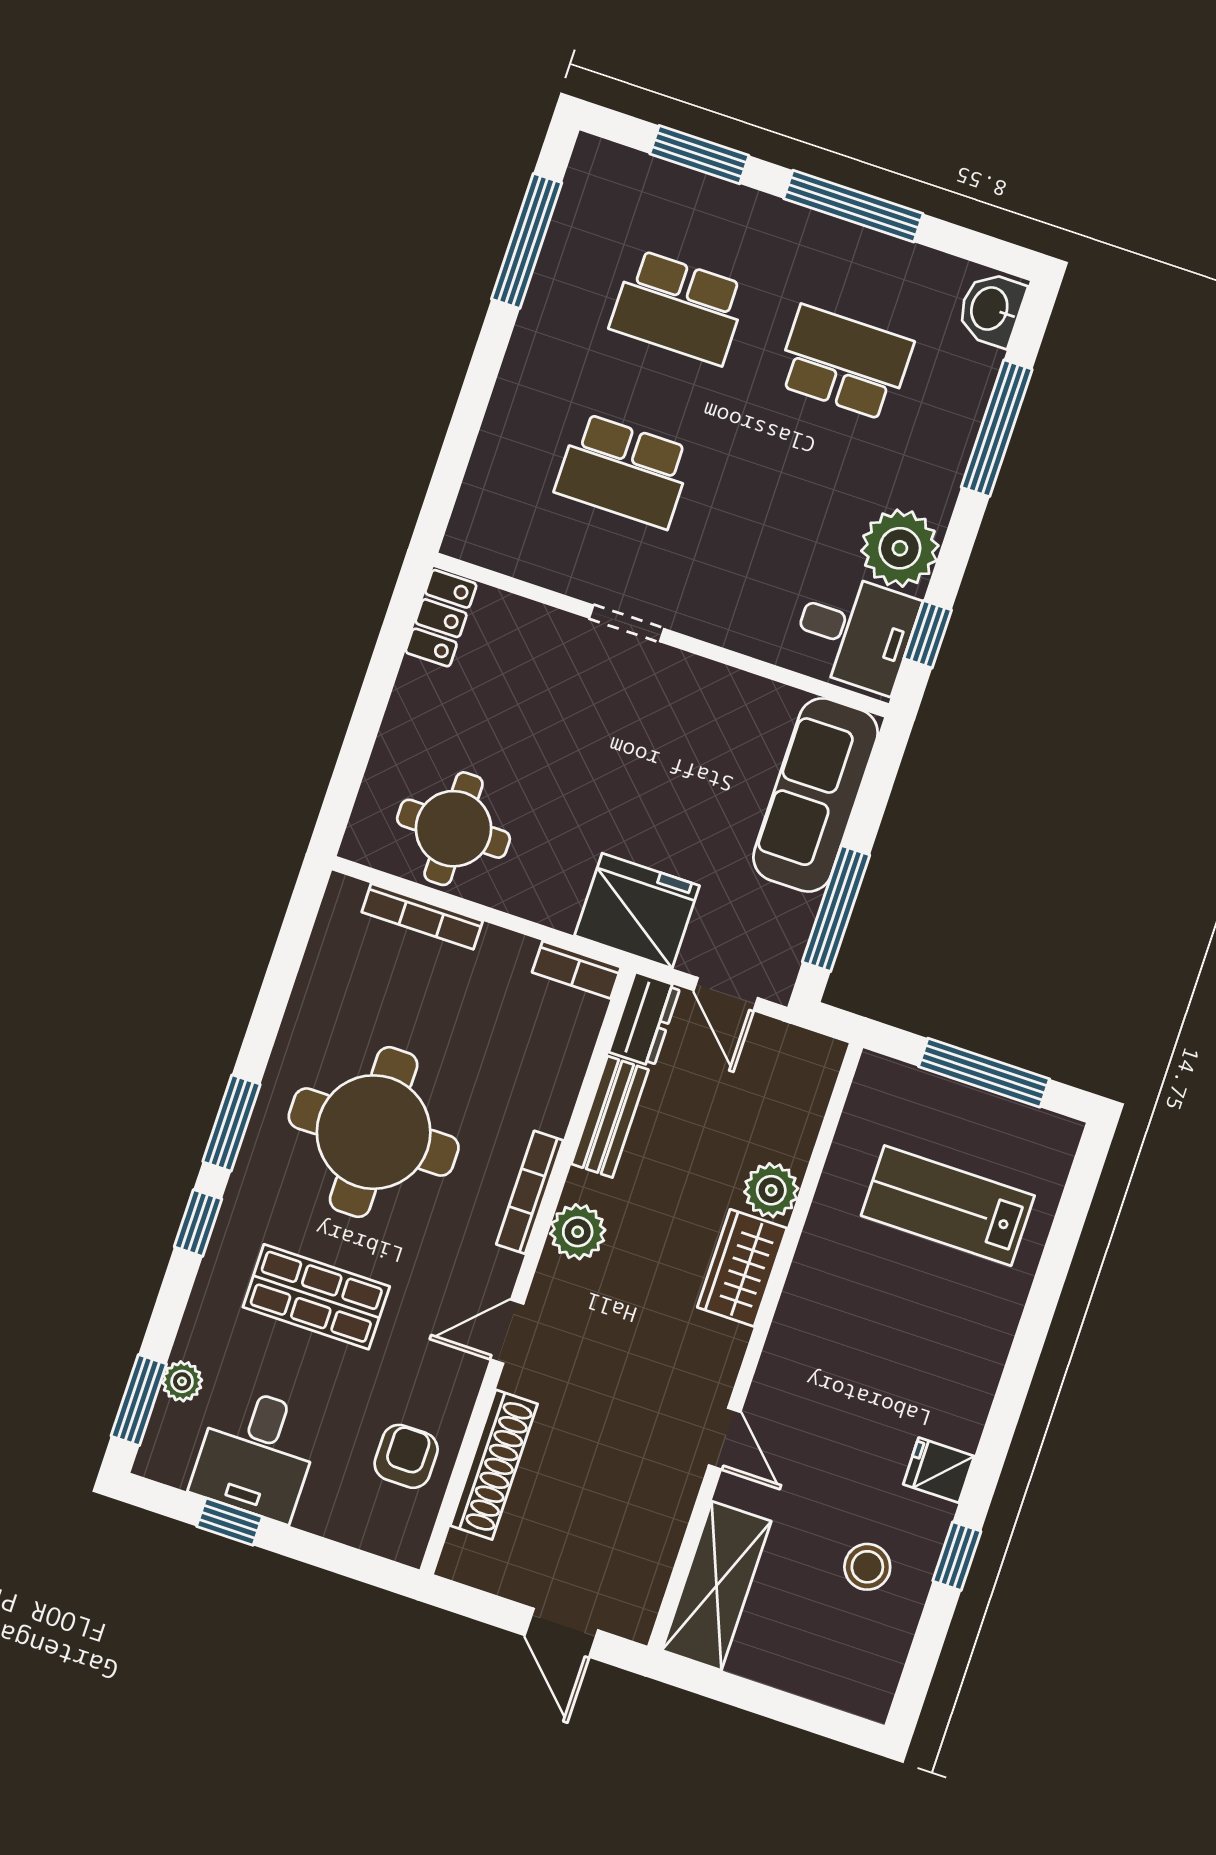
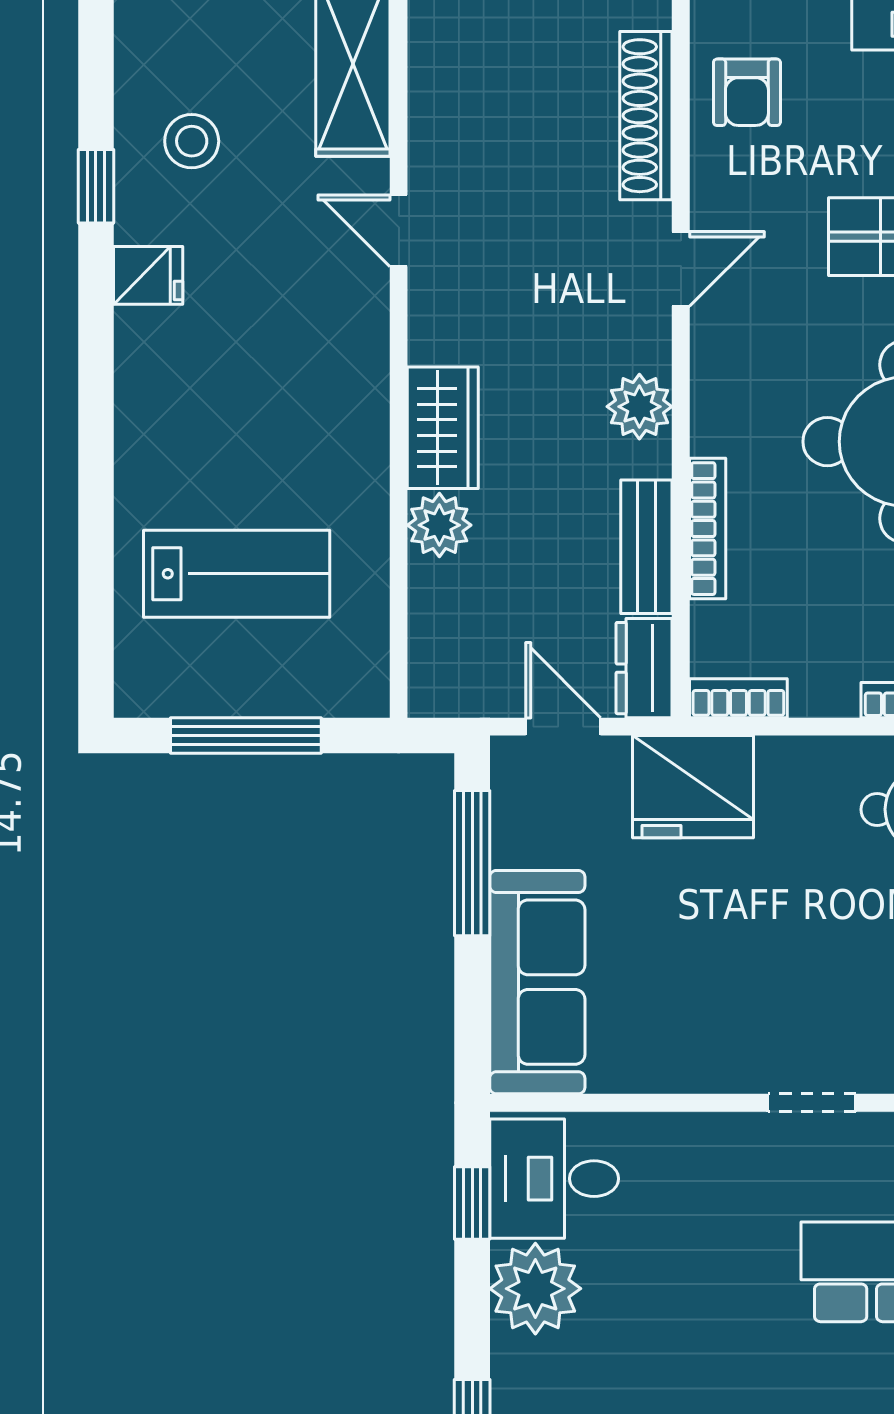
bookcase: (530, 1192) -> (708, 529), moved

